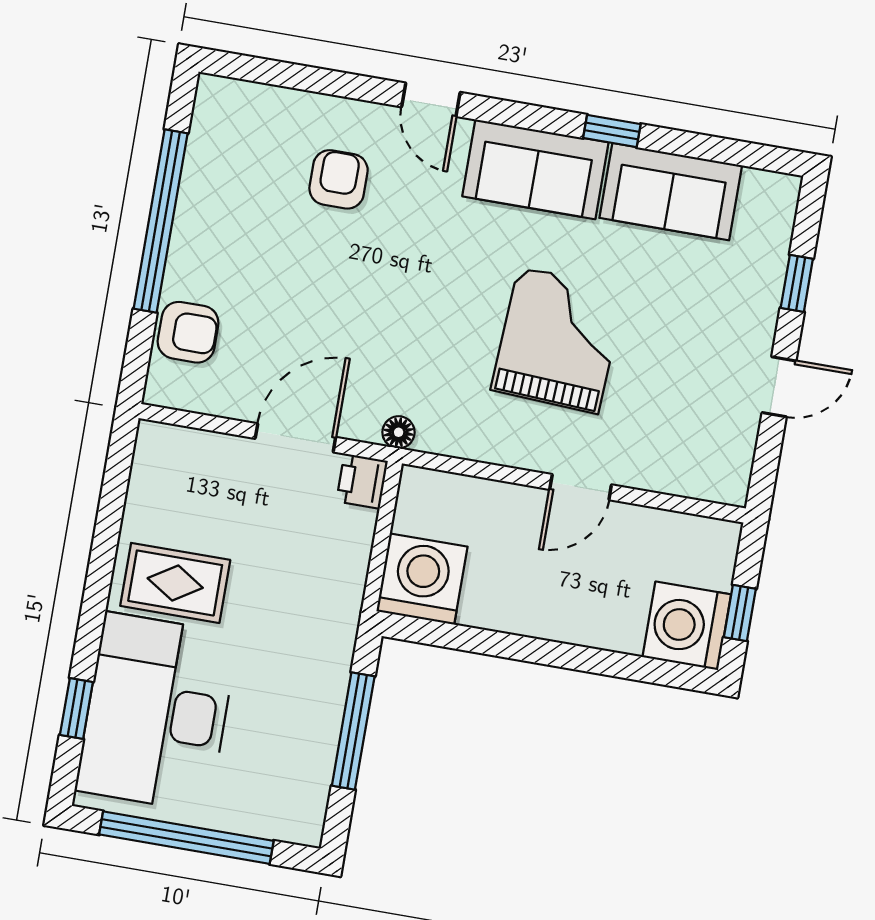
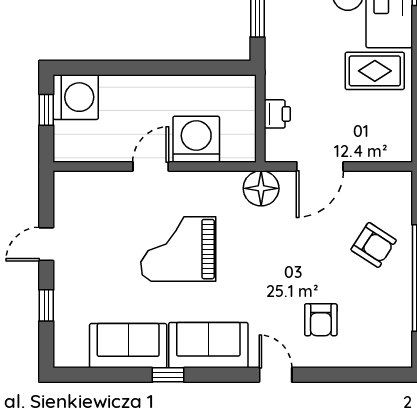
armchair: (188, 332) -> (374, 245), moved, turned -147
grand piano: (558, 340) -> (178, 249), turned 87
floor lamp: (399, 432) -> (261, 188), width x1.89, depth x1.89
printer: (362, 481) -> (277, 114), moved
washing machine: (422, 579) -> (196, 139), moved, turned 180

